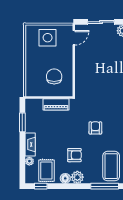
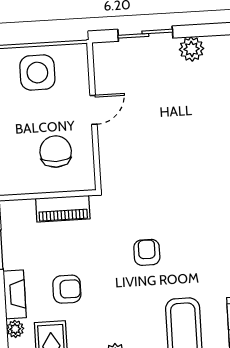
door: (74, 38) -> (94, 110), moved
armchair: (74, 155) -> (67, 289), moved

